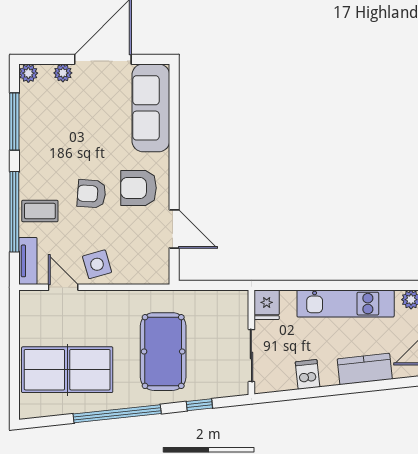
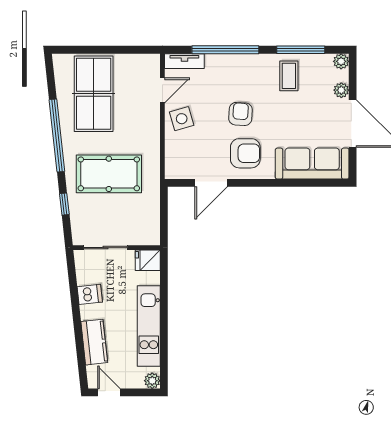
armchair: (139, 188) -> (245, 153), turned 90
coffee table: (40, 211) -> (289, 76), moved

